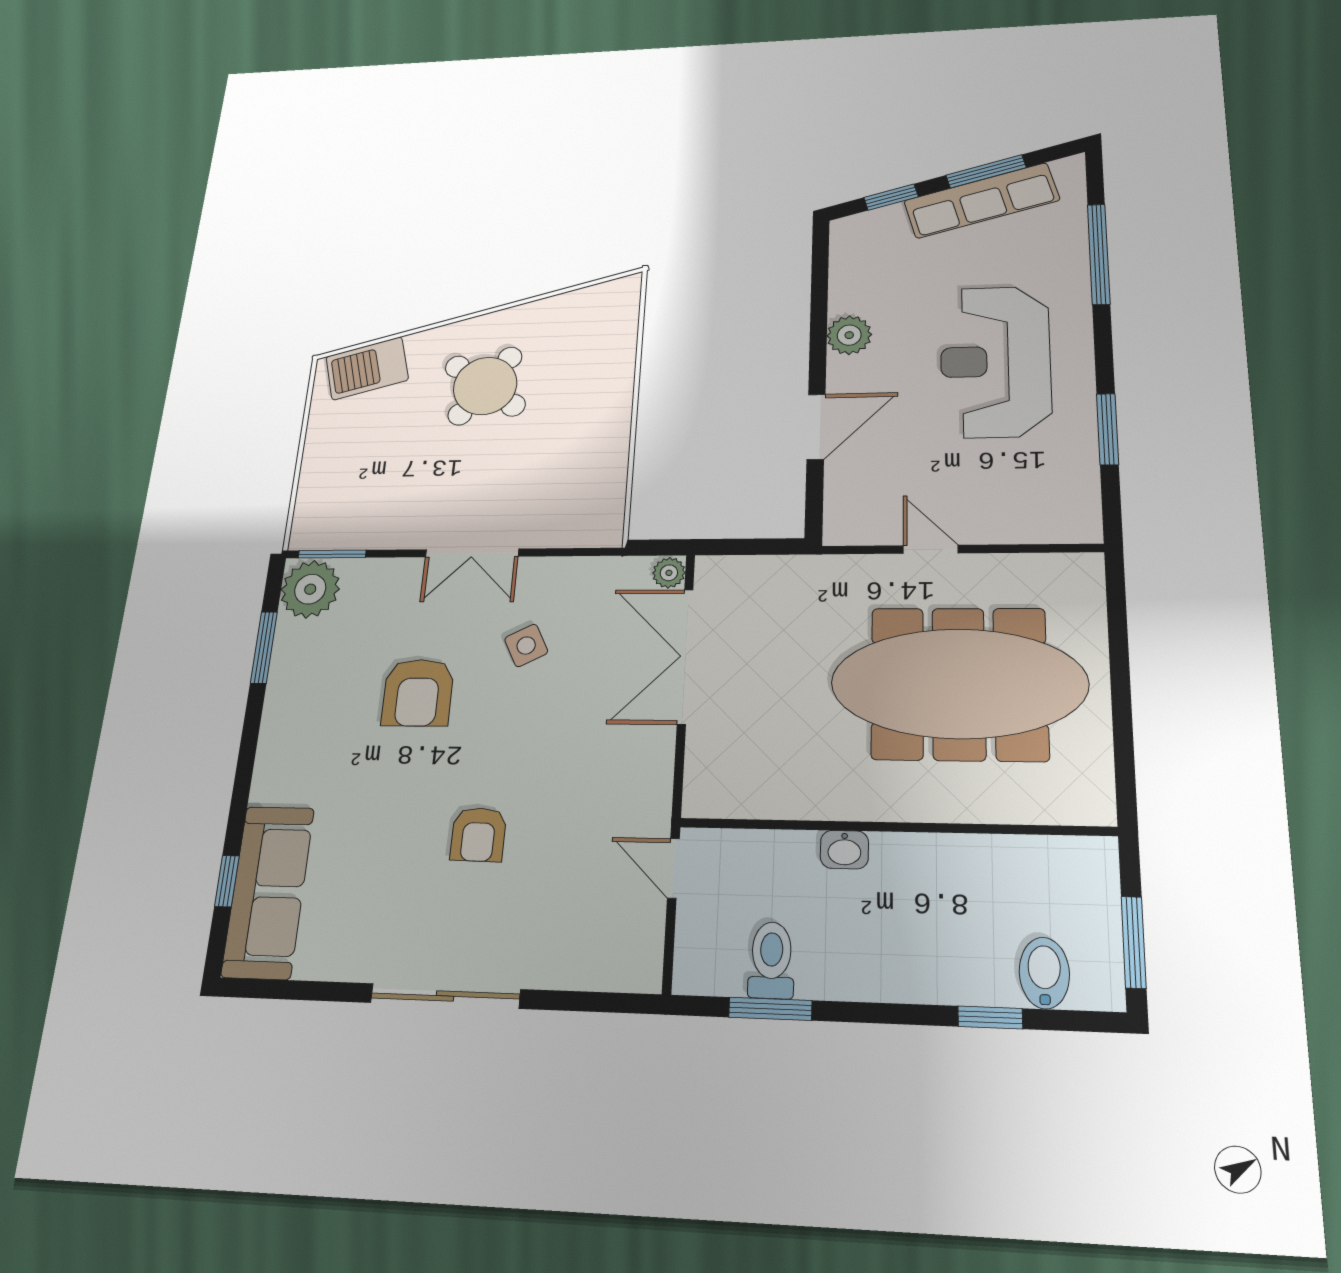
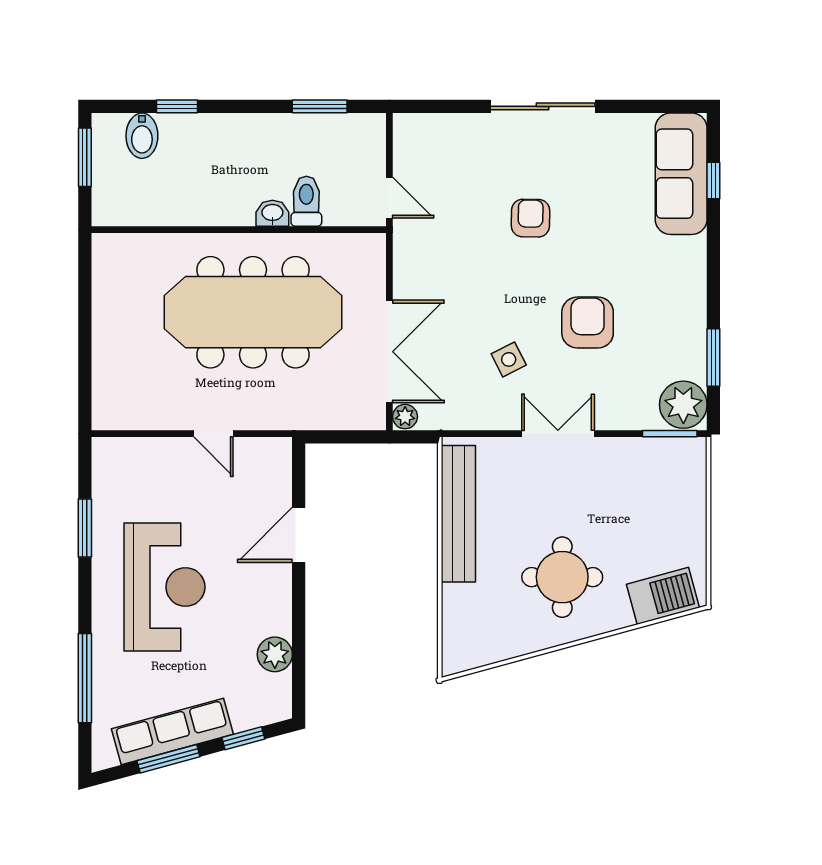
plant: (849, 335) -> (275, 654), moved
round table: (485, 386) -> (562, 577), turned -36
bench: (608, 456) -> (458, 514), added
meeting table: (959, 683) -> (253, 312), moved
toilet: (771, 960) -> (306, 201), moved, turned 180

